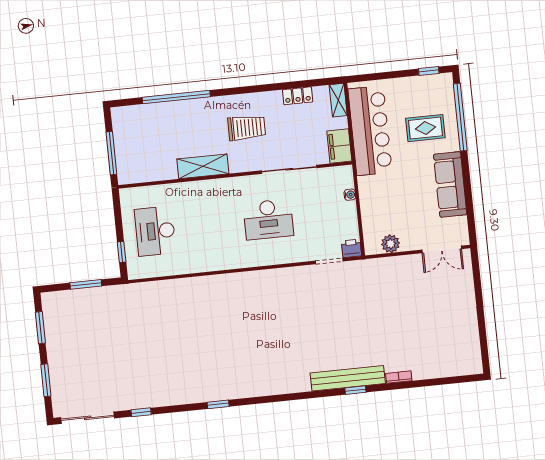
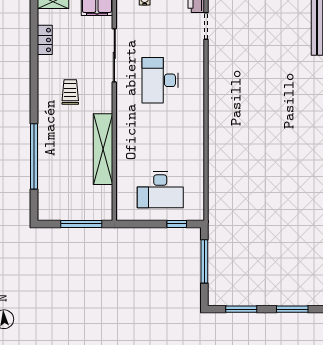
trolley: (247, 128) -> (70, 92), width x0.73, depth x0.72
shelving: (203, 166) -> (103, 149), width x1.47
desk: (268, 219) -> (160, 80), turned 180
window: (86, 284) -> (204, 261), width x1.44

